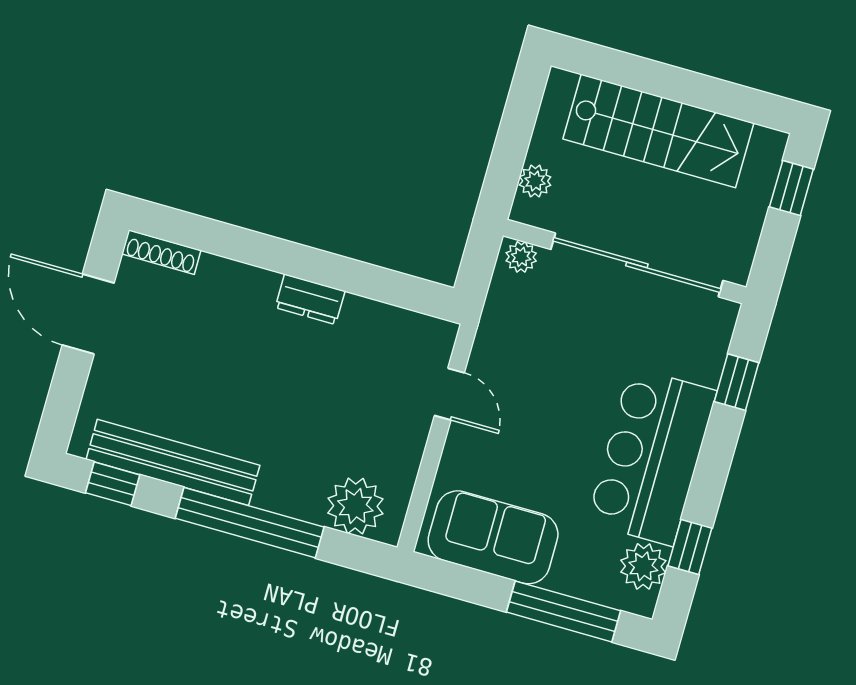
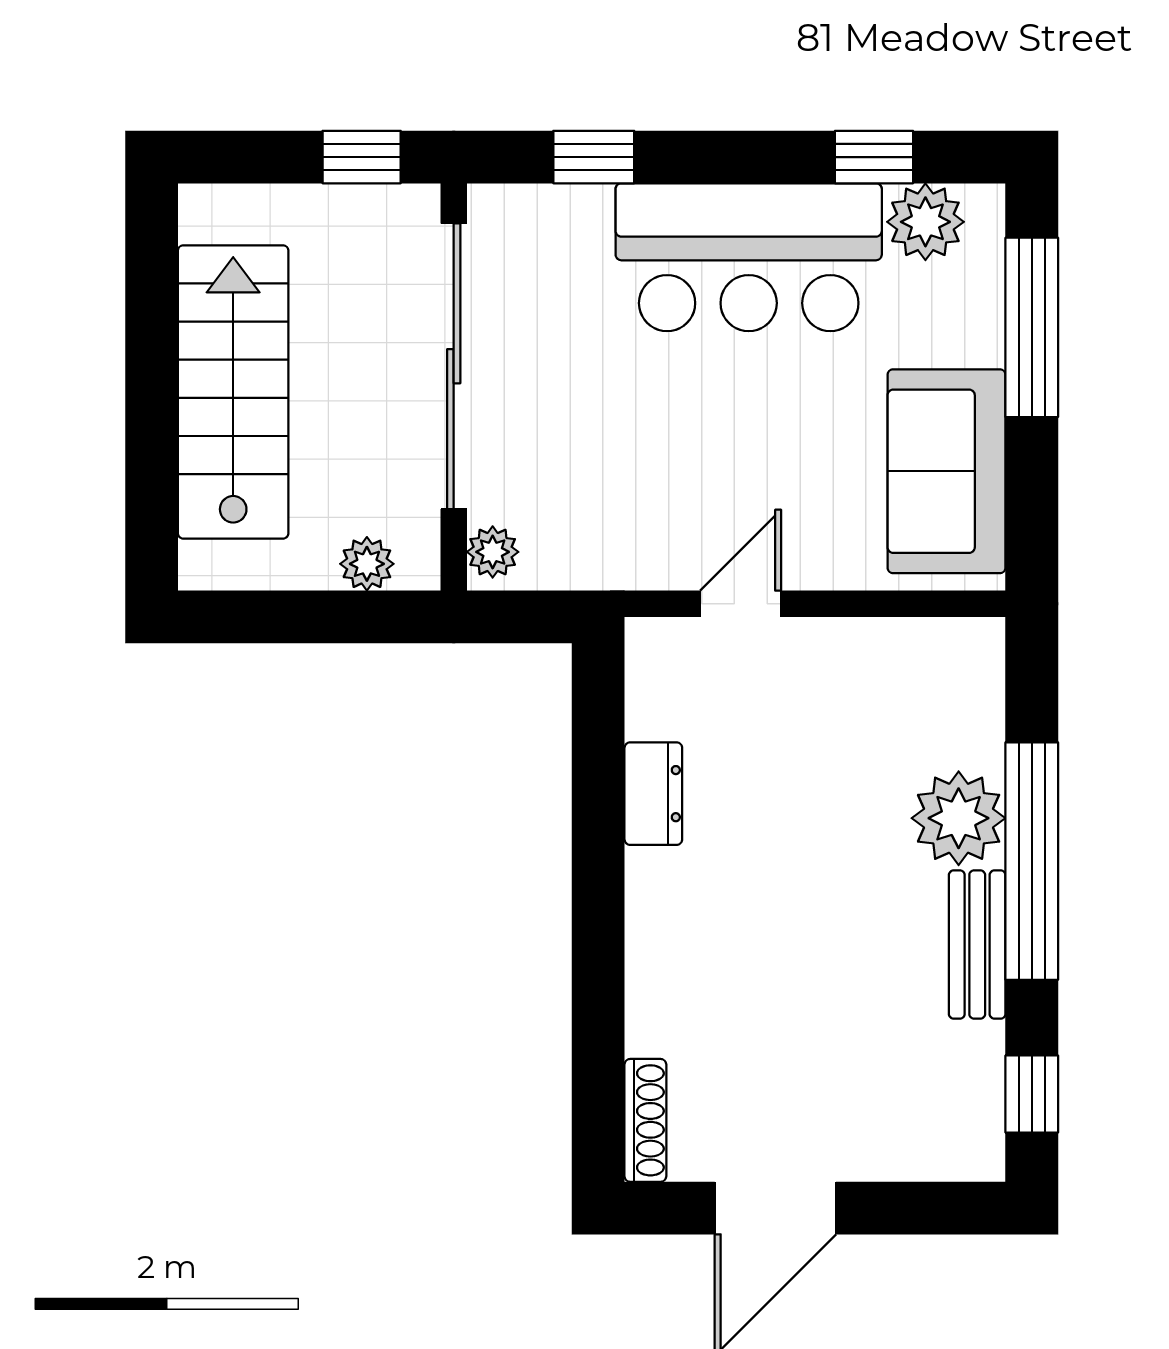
window: (791, 188) -> (362, 157), moved
dresser: (310, 299) -> (653, 794), moved
bench: (173, 462) -> (977, 945), width x0.54, depth x0.82
plant: (355, 506) -> (959, 818), moved

